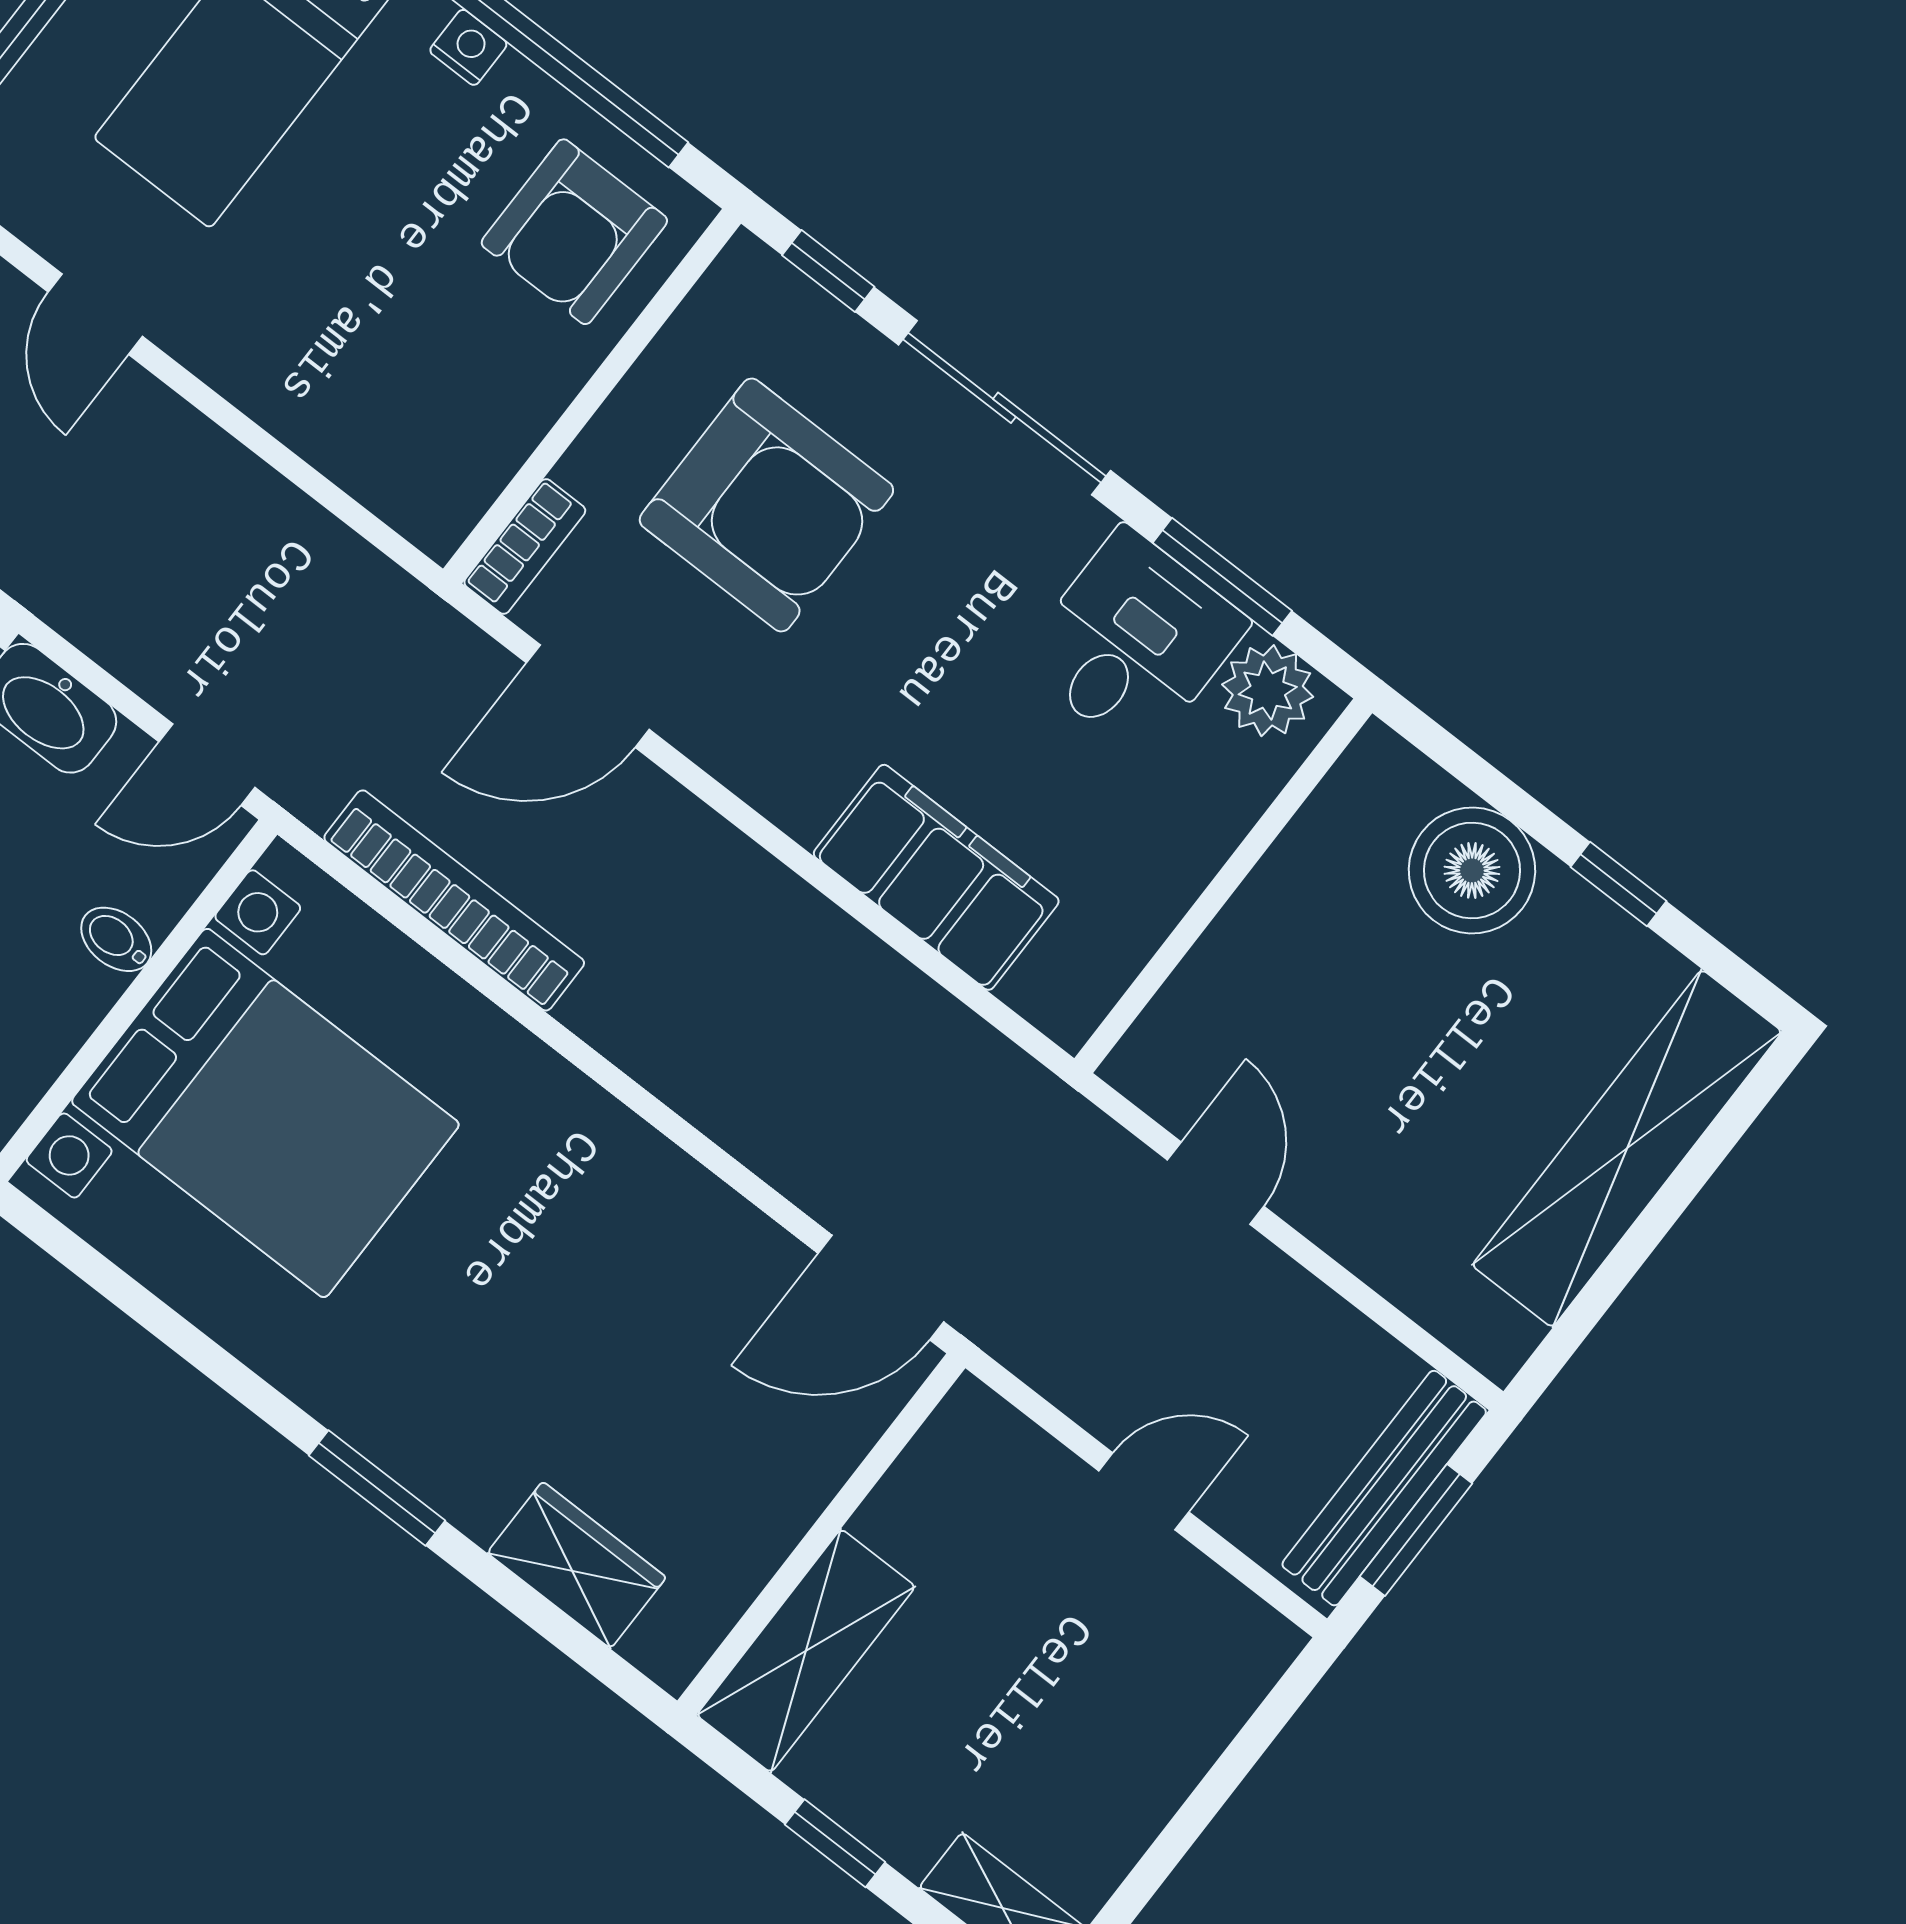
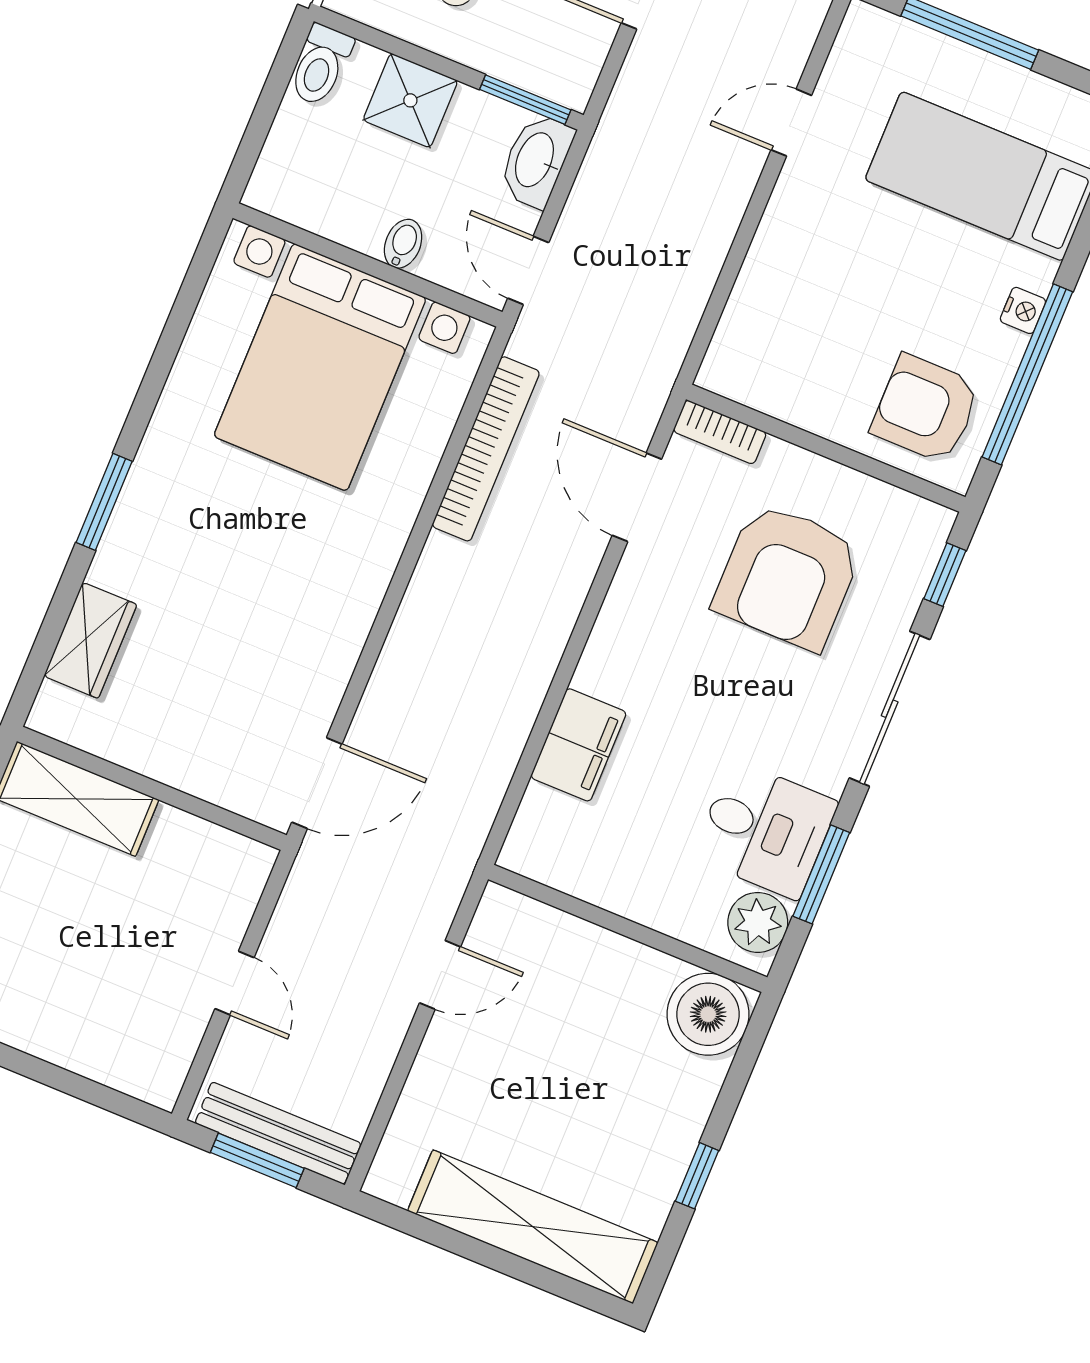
boiler: (1472, 870) -> (708, 1014), moved
filing cabinet: (936, 877) -> (578, 745), width x0.67, depth x0.86
door: (881, 1287) -> (317, 783), swing flipped

